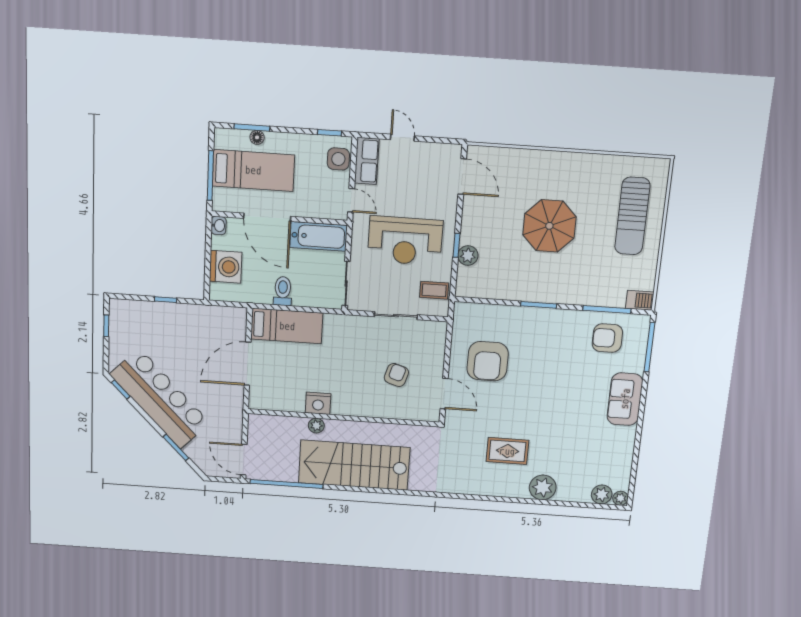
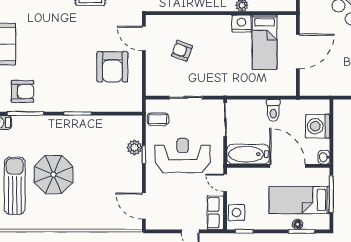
parasol: (549, 226) -> (54, 175), moved
bed: (287, 326) -> (265, 42), moved, turned -90
armchair: (488, 361) -> (112, 67), turned 180
armchair: (396, 375) -> (182, 51), turned 94

